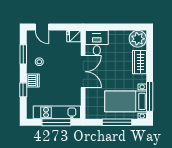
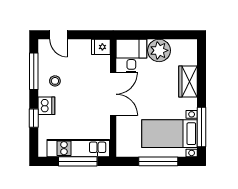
plant: (138, 39) -> (159, 50), moved
window: (23, 54) -> (34, 71), width x1.44

